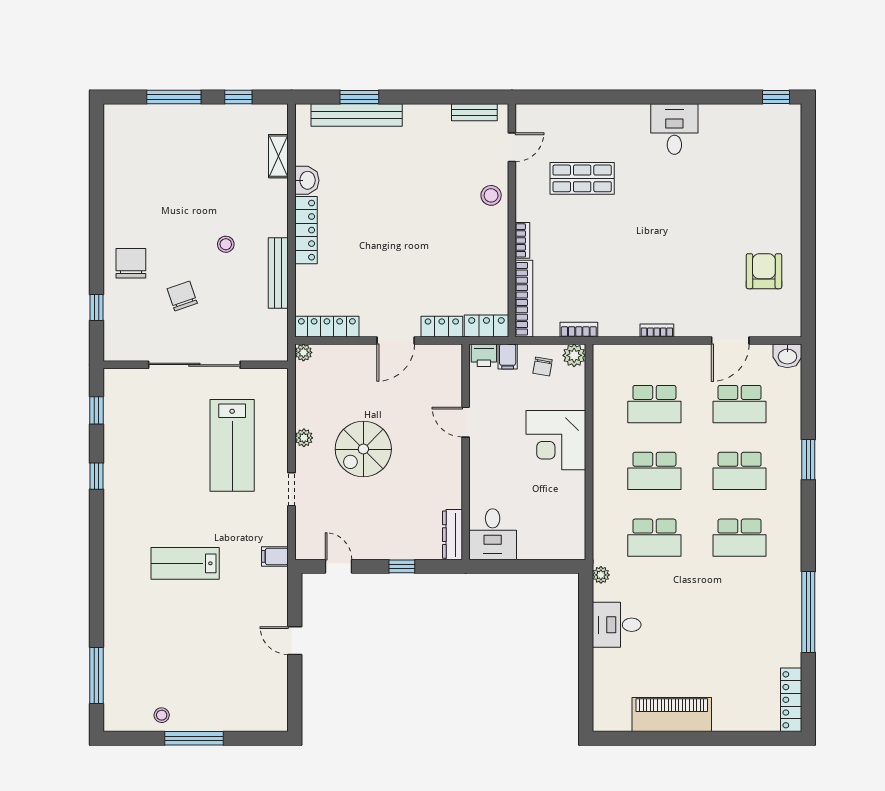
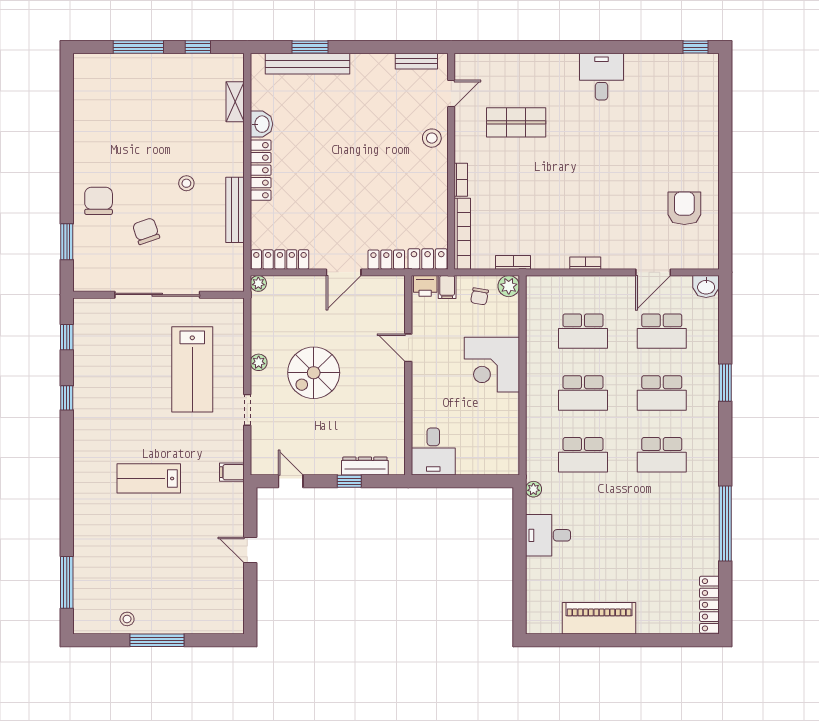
window: (96, 307) -> (67, 242), width x1.50
dresser: (452, 535) -> (365, 466), moved, turned 90

